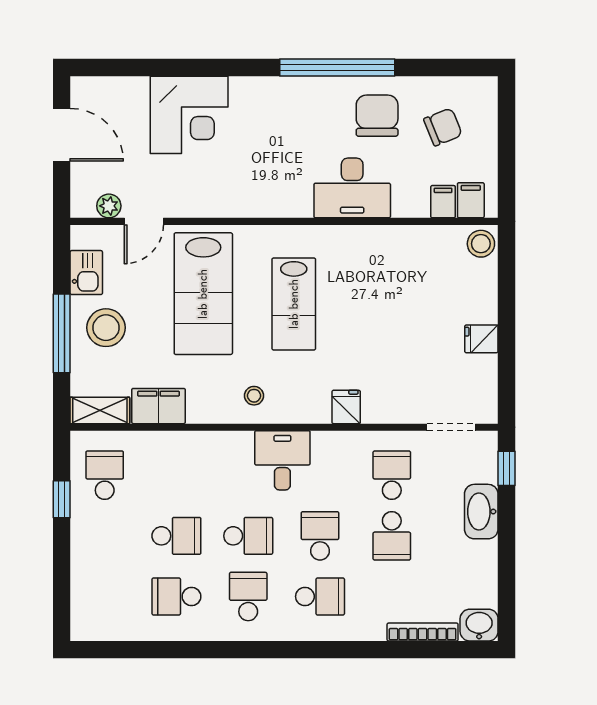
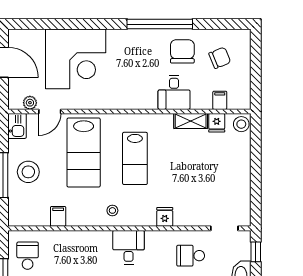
corner desk: (189, 115) -> (76, 59), width x1.36, depth x1.36
desk: (352, 188) -> (174, 92), width x0.73
filing cabinet: (471, 200) -> (236, 99), removed
kitchen sink: (86, 273) -> (17, 126), moved
fridge: (481, 339) -> (217, 123), moved, turned -90
filing cabinet: (158, 406) -> (58, 216), width x0.50
shelving: (100, 410) -> (191, 121), moved
school desk: (392, 475) -> (191, 256), turned -90

